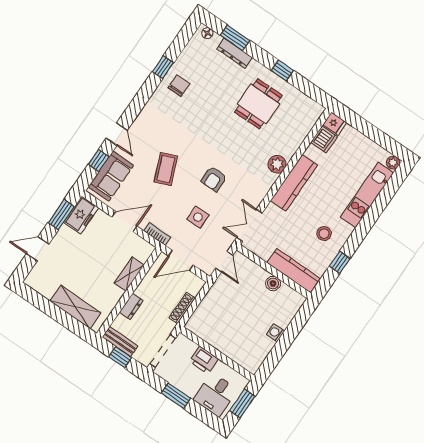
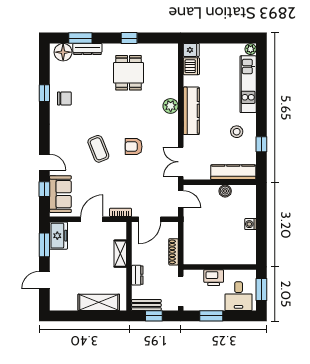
floor lamp: (207, 33) -> (63, 52), width x1.89, depth x1.89
chair: (179, 86) -> (64, 98), turned 90
coffee table: (166, 169) -> (98, 149), moved
armchair: (214, 179) -> (134, 147), turned 90
side table: (198, 217) -> (141, 181), removed

